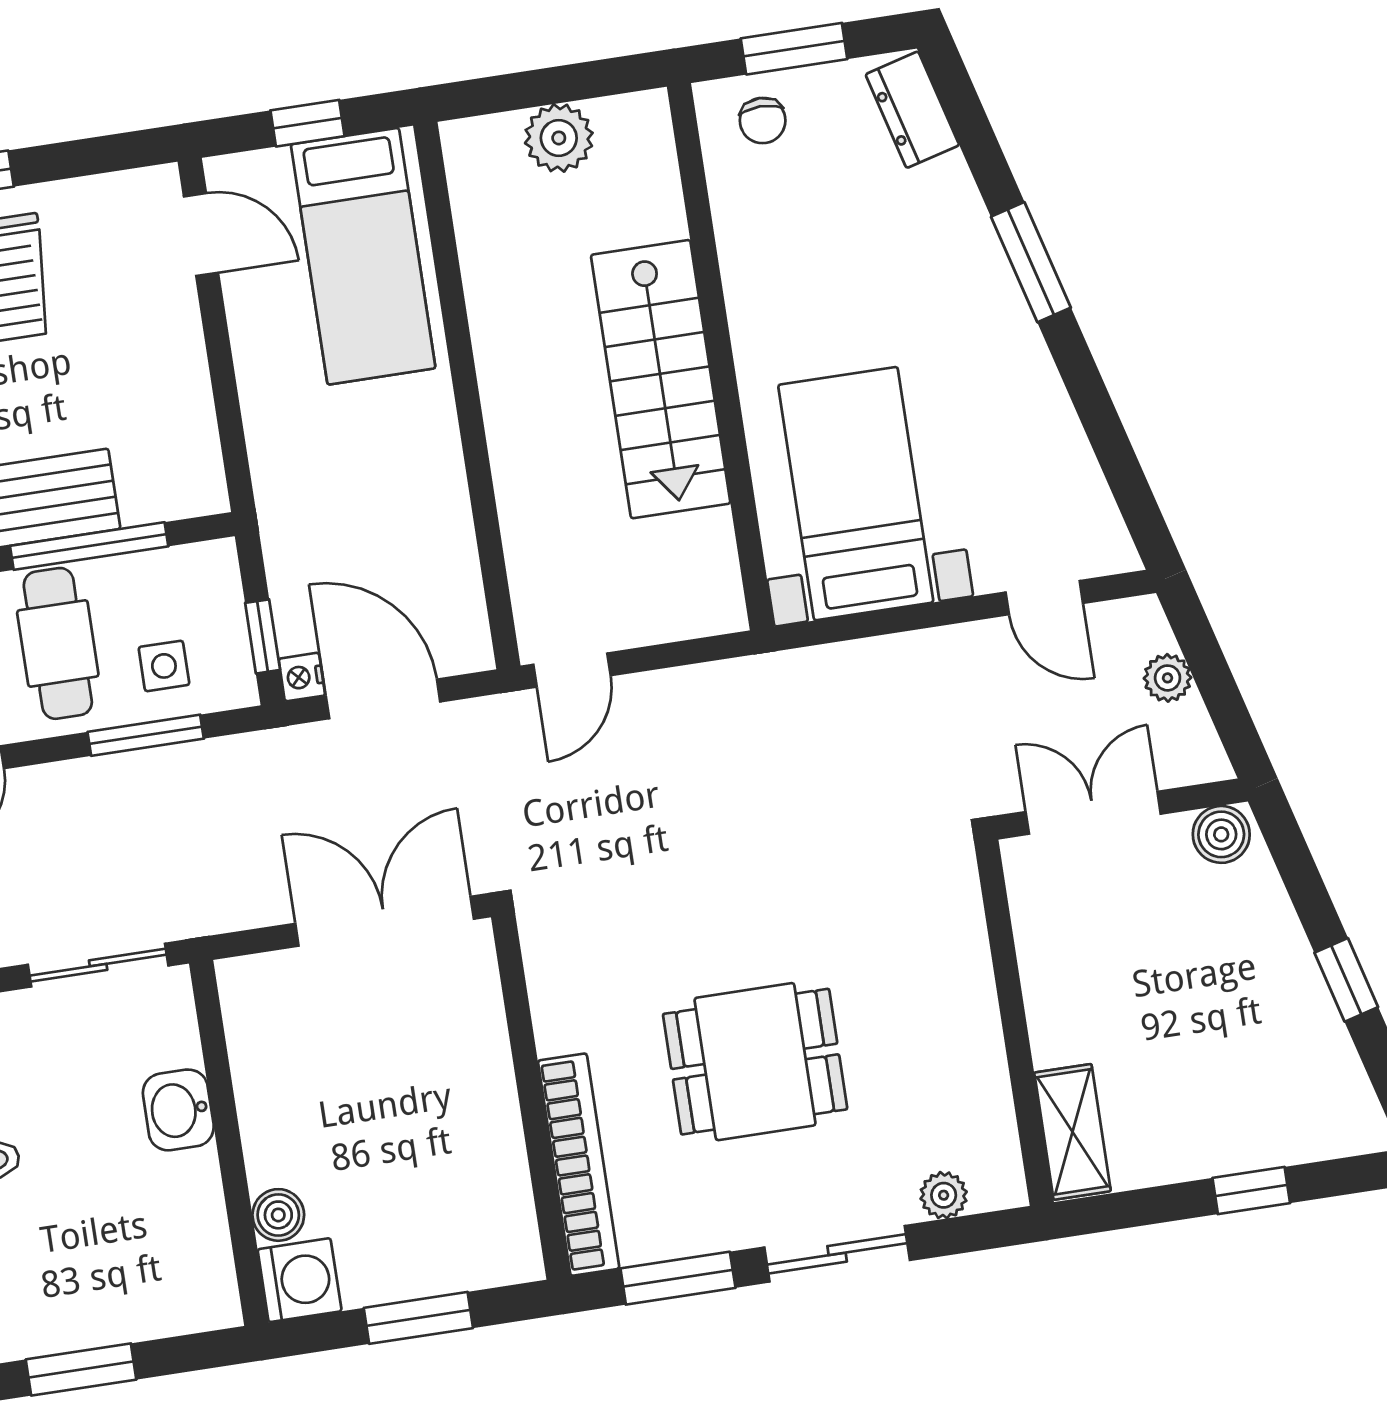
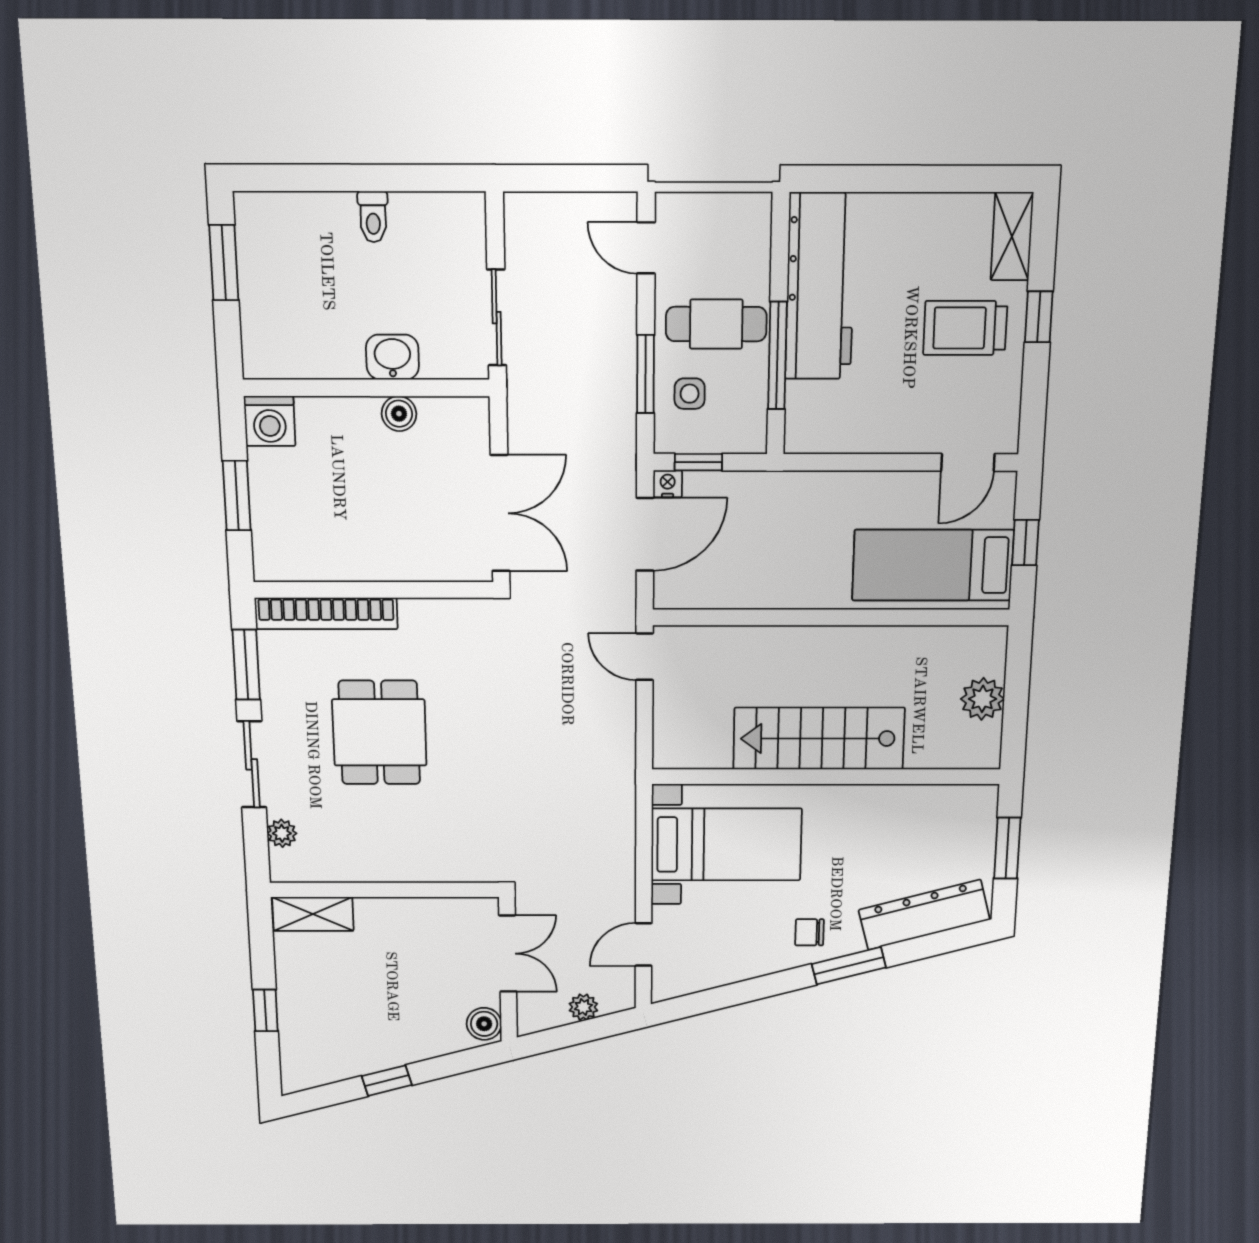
dresser: (912, 110) -> (924, 915), width x1.96, depth x1.24
chair: (763, 121) -> (809, 932), moved
boiler: (278, 1215) -> (399, 414), moved

